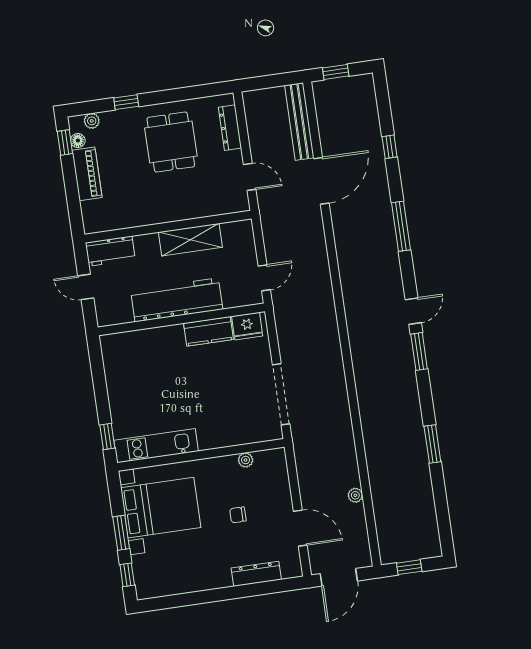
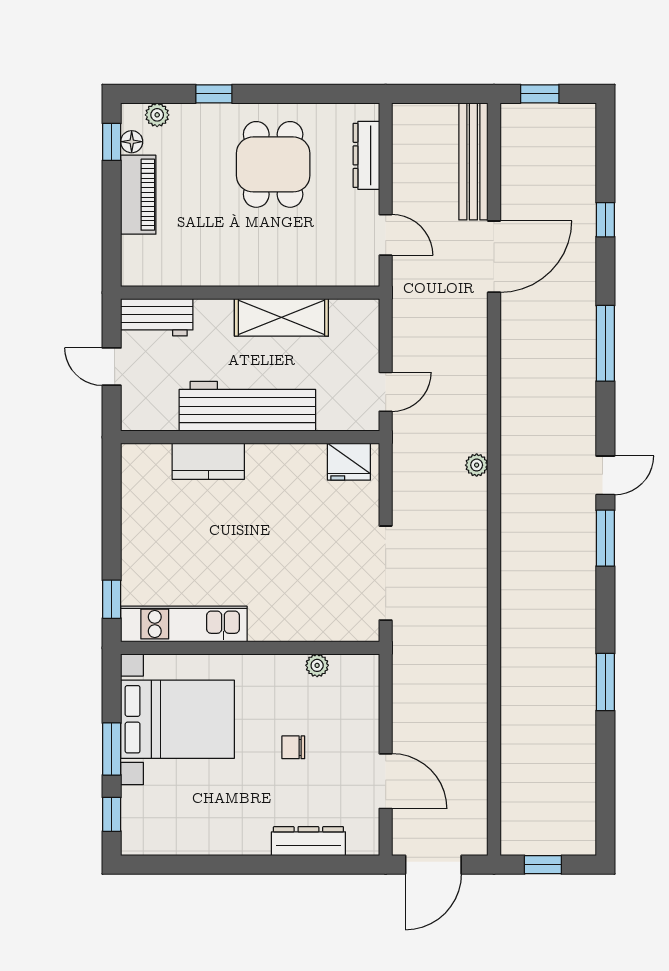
kitchen counter: (208, 331) -> (208, 461), moved
plant: (355, 495) -> (477, 465), moved

